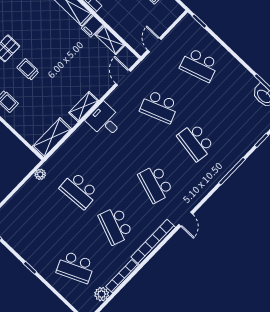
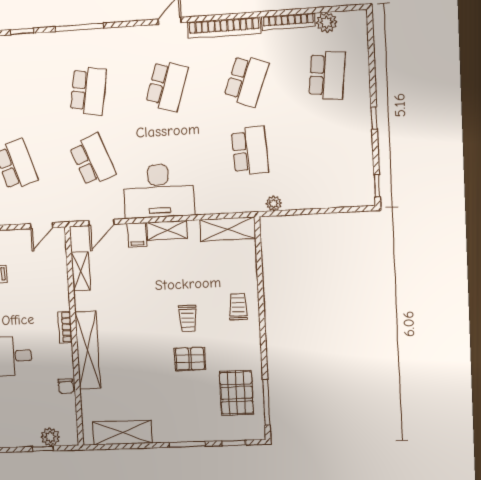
filing cabinet: (92, 26) -> (137, 235), moved, turned 90
desk: (105, 120) -> (159, 191), width x1.87, depth x1.30
school desk: (76, 267) -> (327, 75), turned 30

